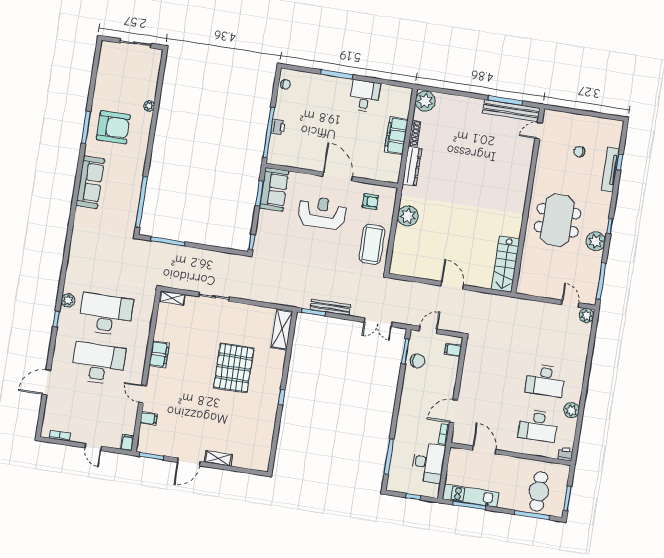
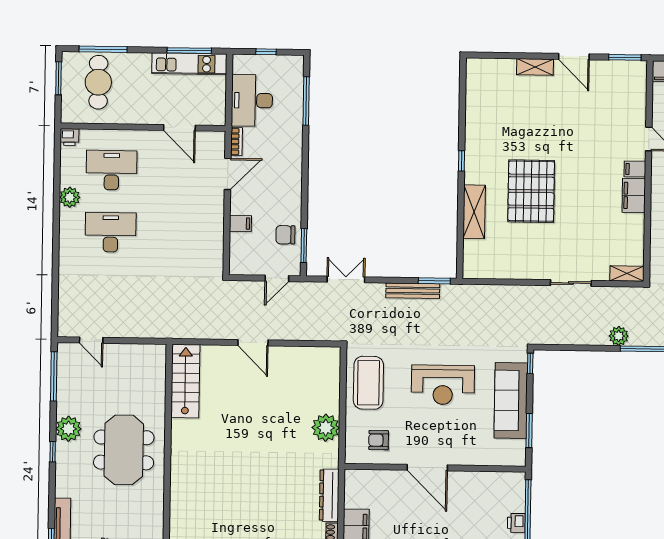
sofa: (274, 189) -> (511, 400), moved, width x1.36
reception desk: (322, 213) -> (443, 385), moved
plant: (587, 316) -> (619, 336), moved
shelving: (282, 329) -> (474, 212), moved
filing cabinet: (453, 350) -> (240, 223), moved
filing cabinet: (149, 418) -> (635, 169), moved
door: (189, 462) -> (574, 57), swing flipped

